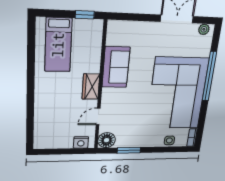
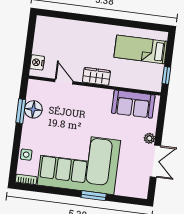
plant: (204, 29) -> (149, 138), moved
sofa: (116, 67) -> (133, 104), moved
window: (209, 77) -> (94, 196), width x0.47
floor lamp: (107, 140) -> (33, 109), moved

